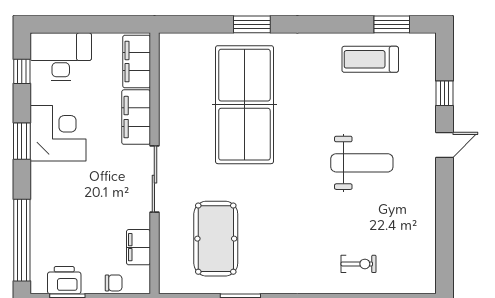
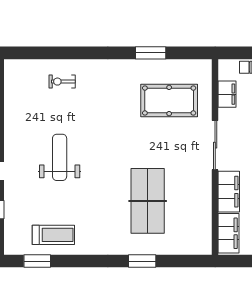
table tennis table: (244, 105) -> (148, 201), width x0.73, depth x0.76
weight bench: (362, 163) -> (60, 157), turned 90
pool table: (216, 239) -> (169, 101), turned 90

